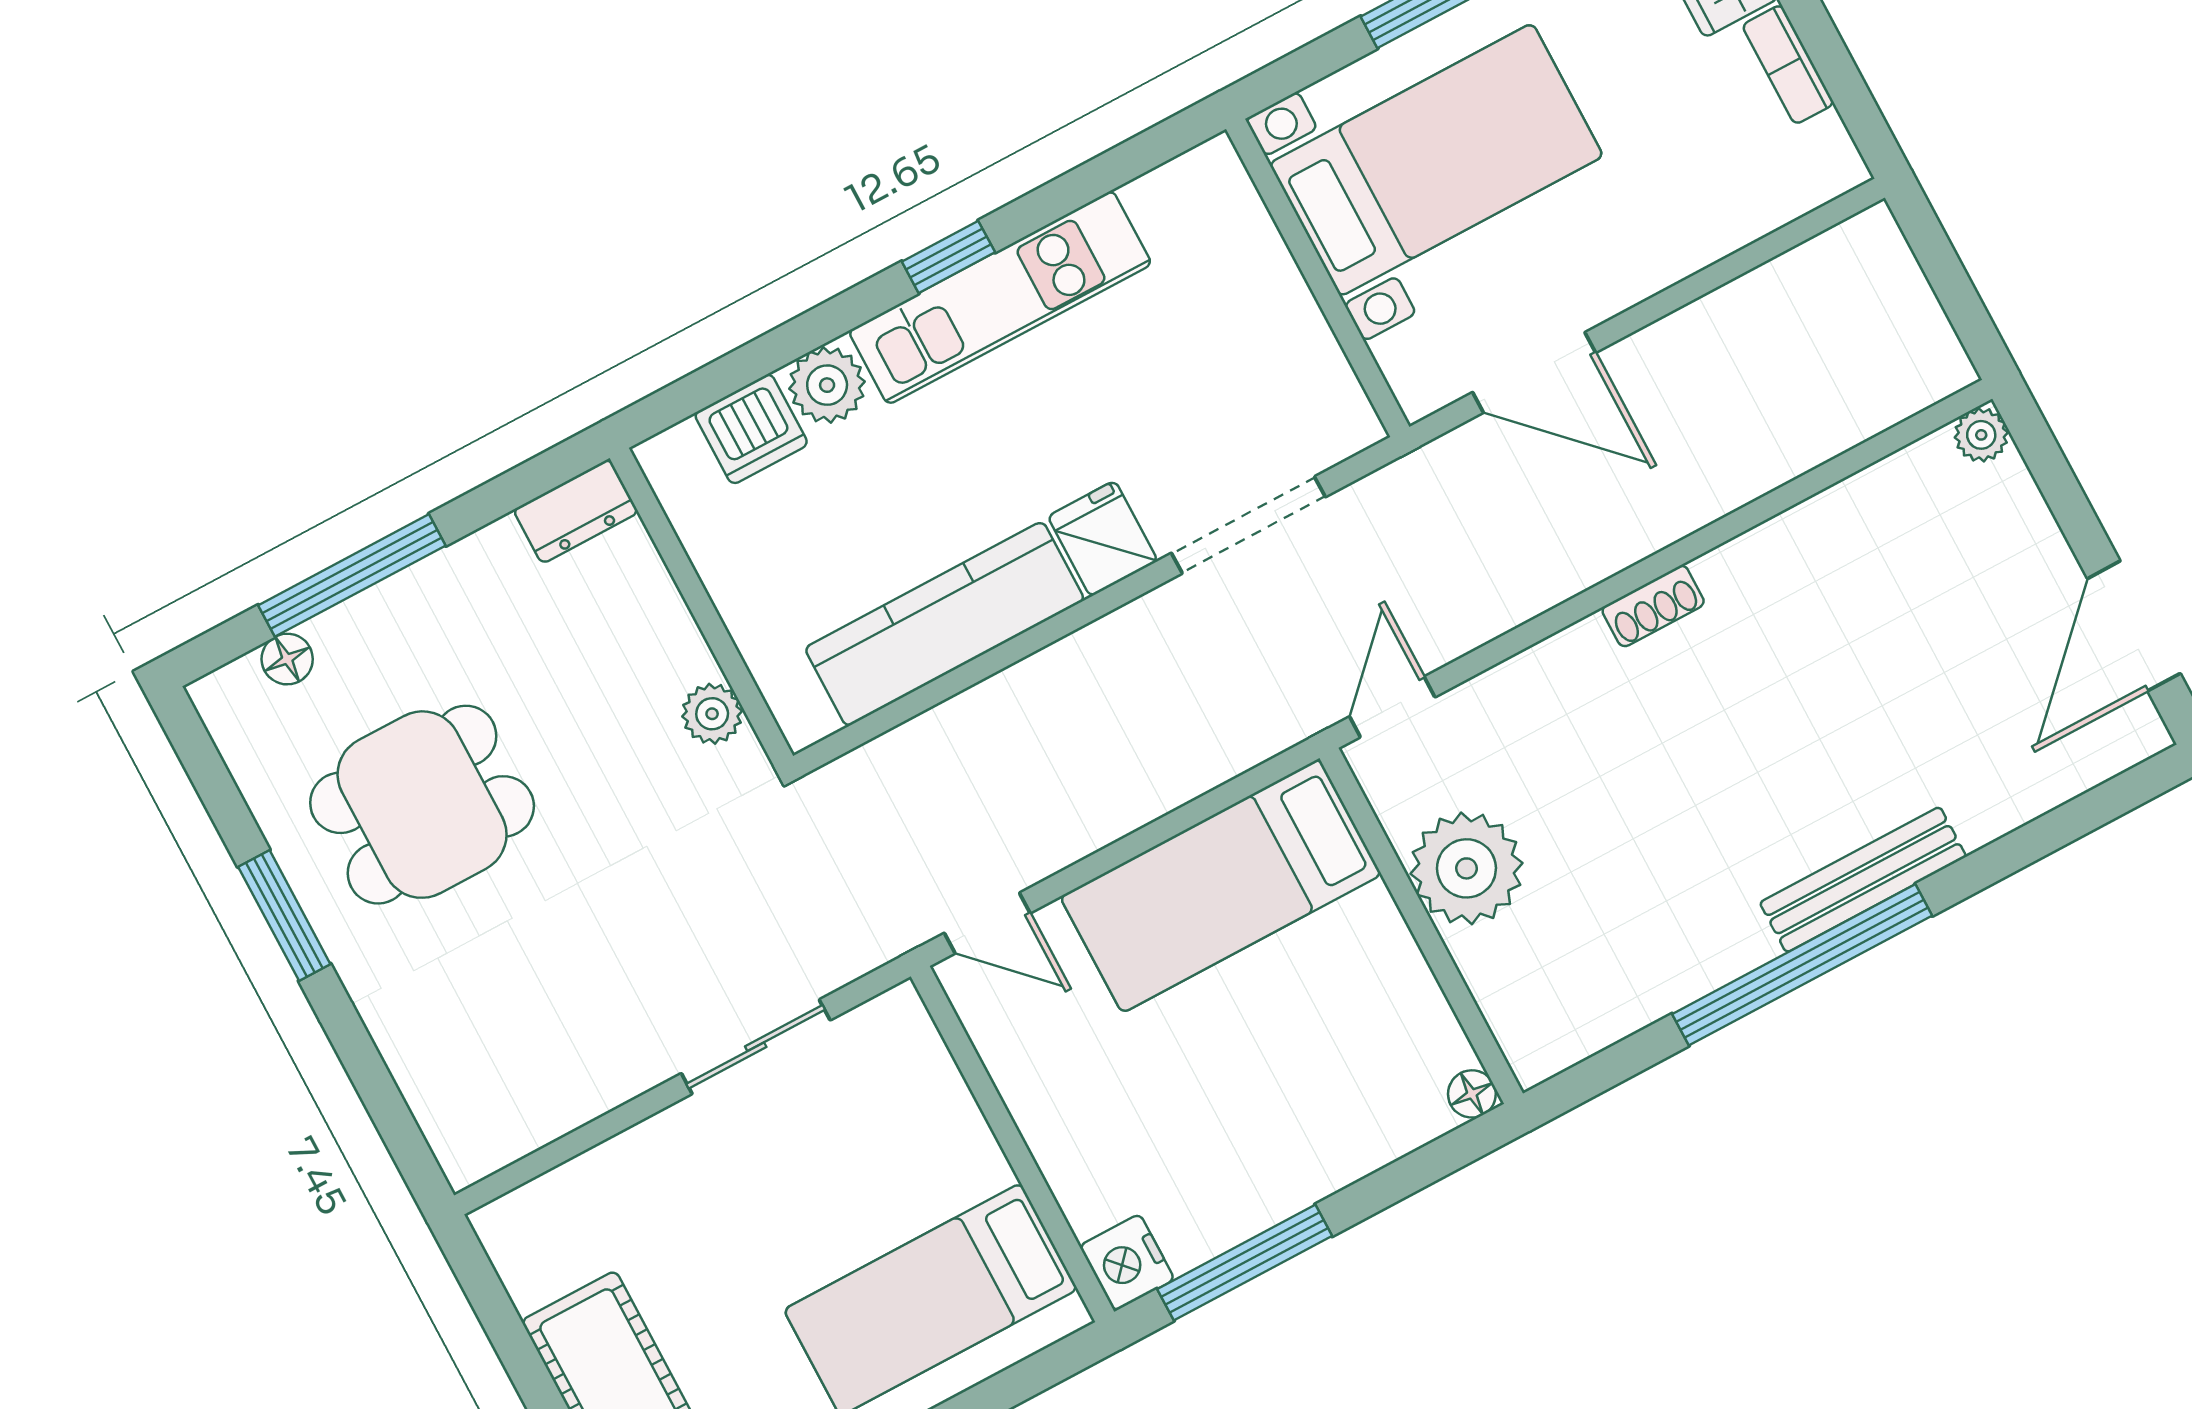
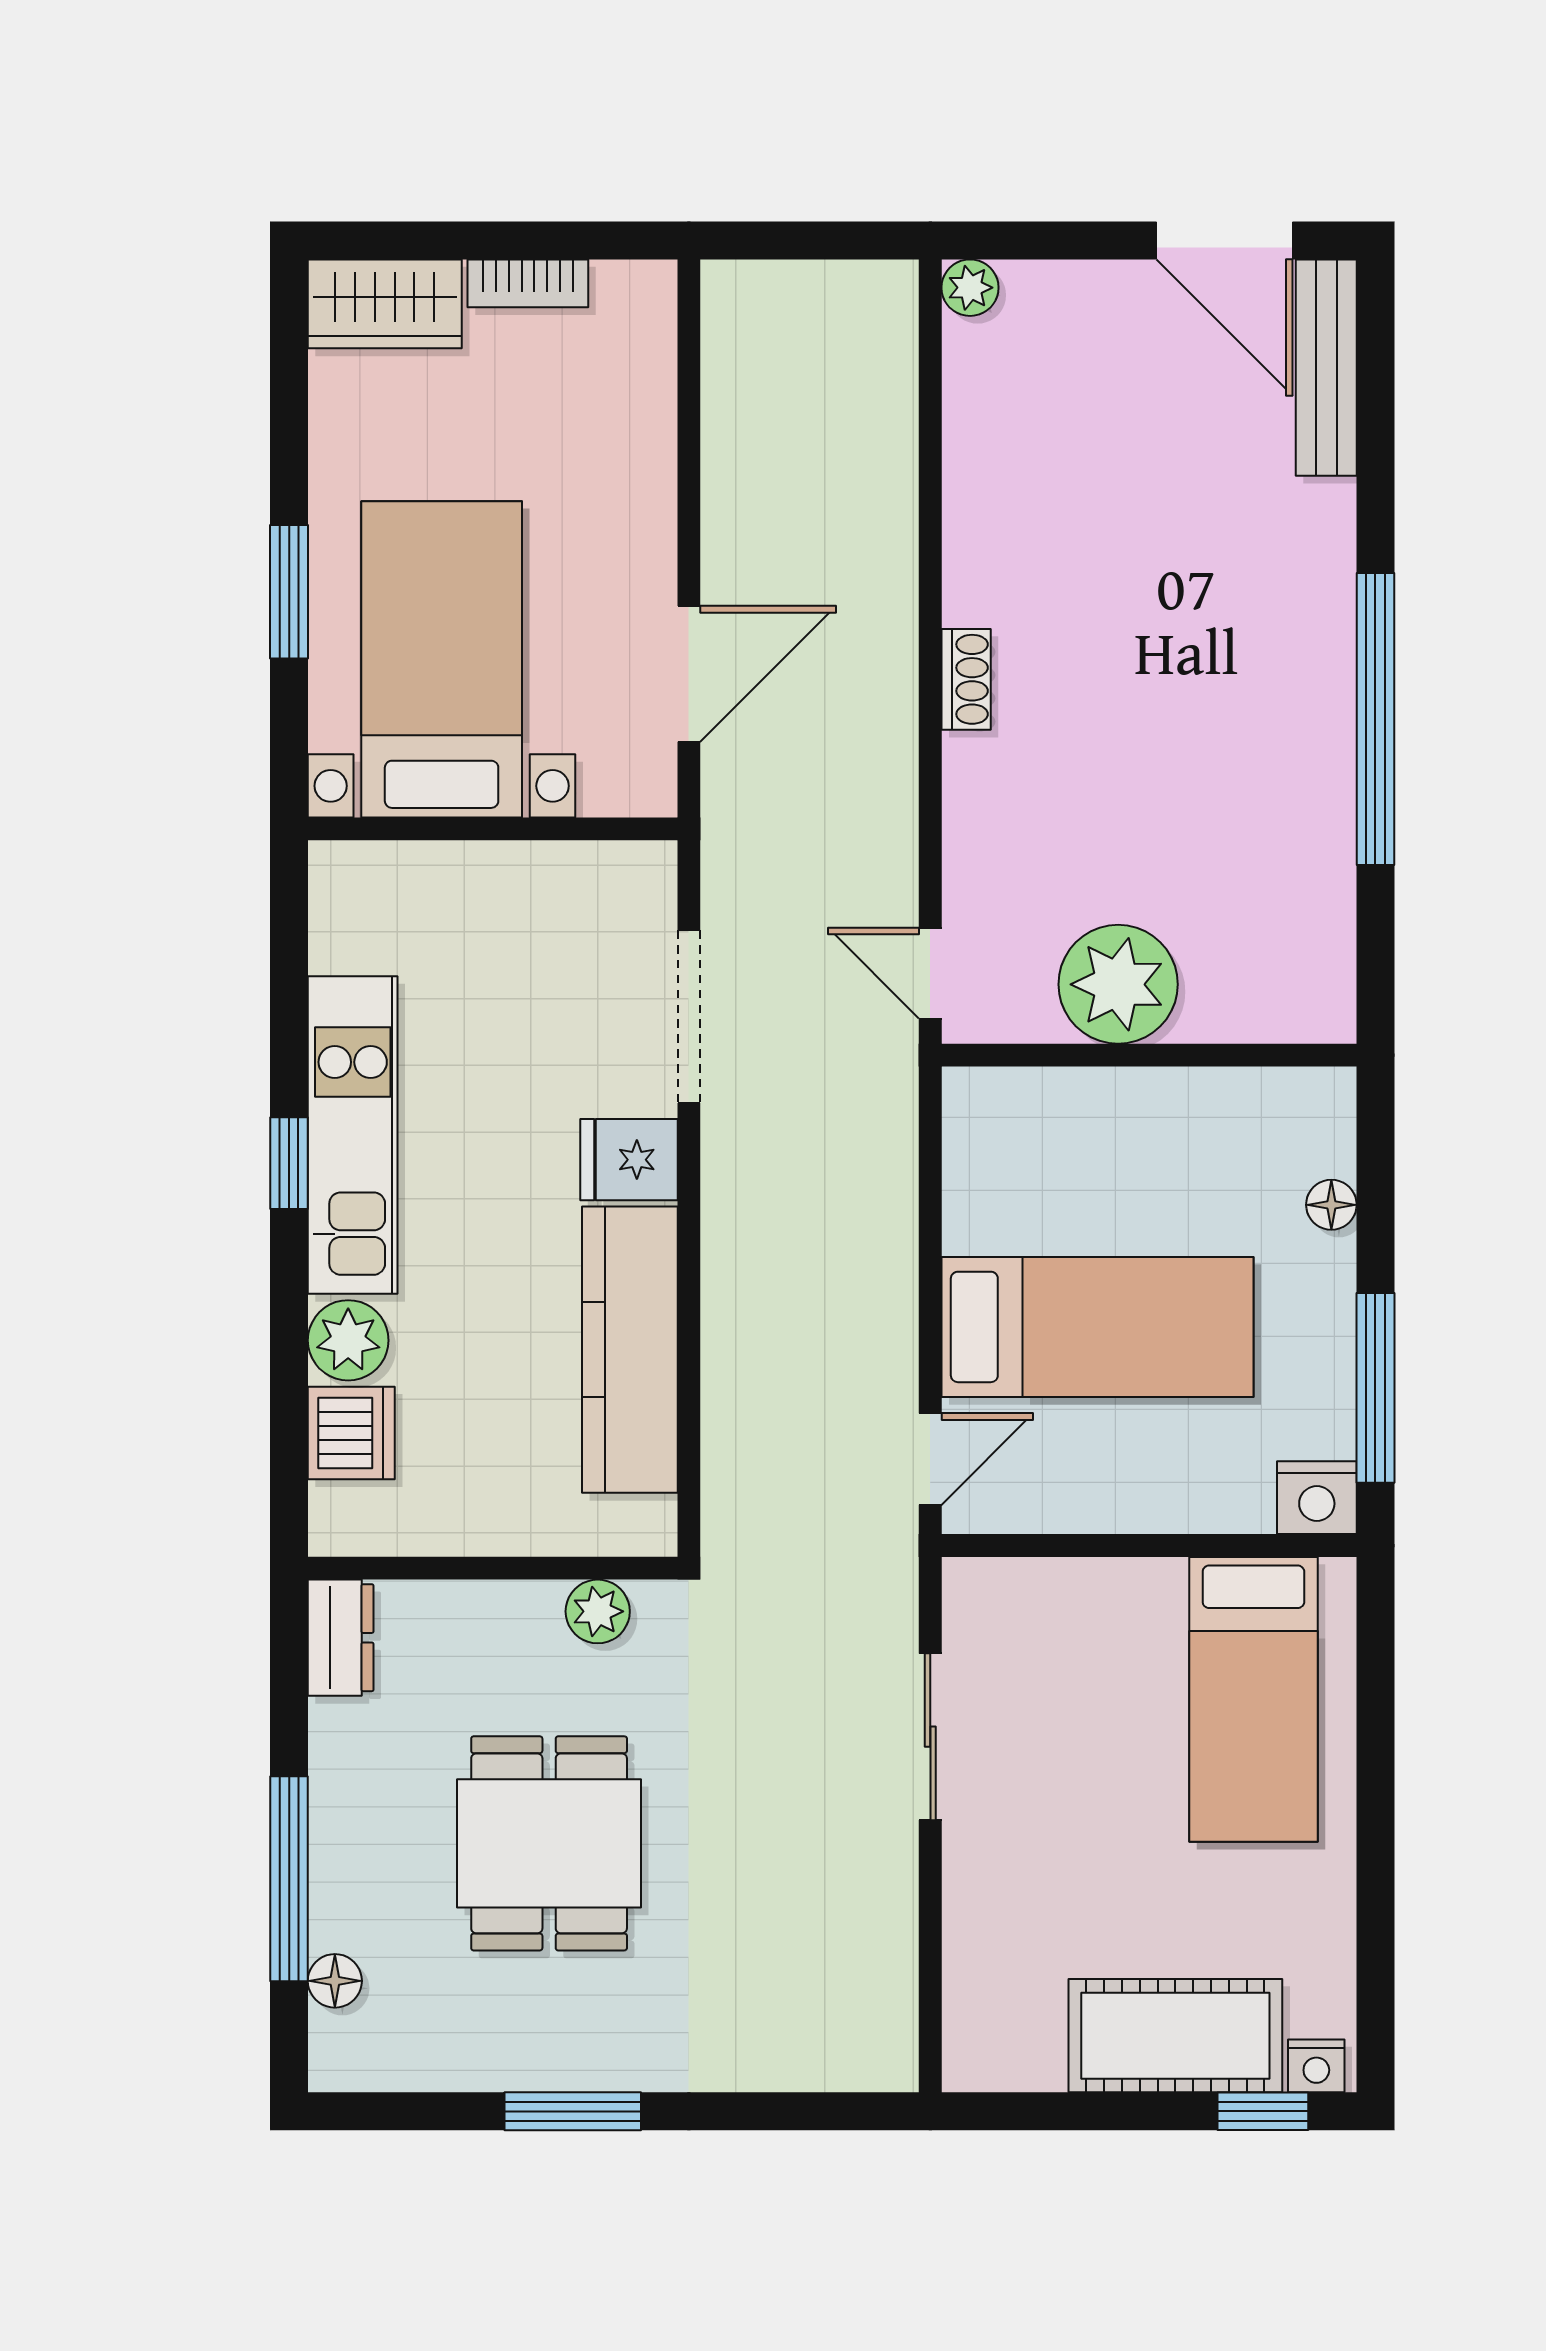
dining table: (422, 805) -> (549, 1843), moved
bench: (1863, 880) -> (1326, 368), moved
bed: (1221, 886) -> (1097, 1327), moved, turned -90
floor lamp: (1472, 1094) -> (1331, 1205), moved

